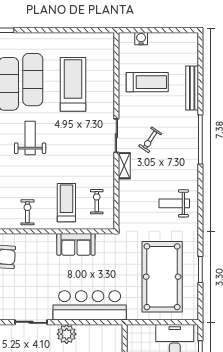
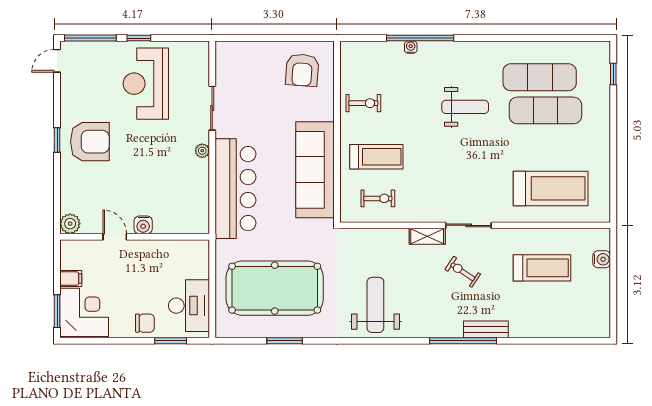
treadmill: (147, 82) -> (542, 268), turned -90
treadmill: (73, 84) -> (551, 188), moved
bench: (192, 88) -> (486, 329), moved, width x0.73
weight bench: (174, 203) -> (375, 305), width x1.36, depth x1.33
sofa: (76, 244) -> (315, 170), width x1.85, depth x1.27
plant: (67, 334) -> (202, 151), width x0.53, depth x0.53

